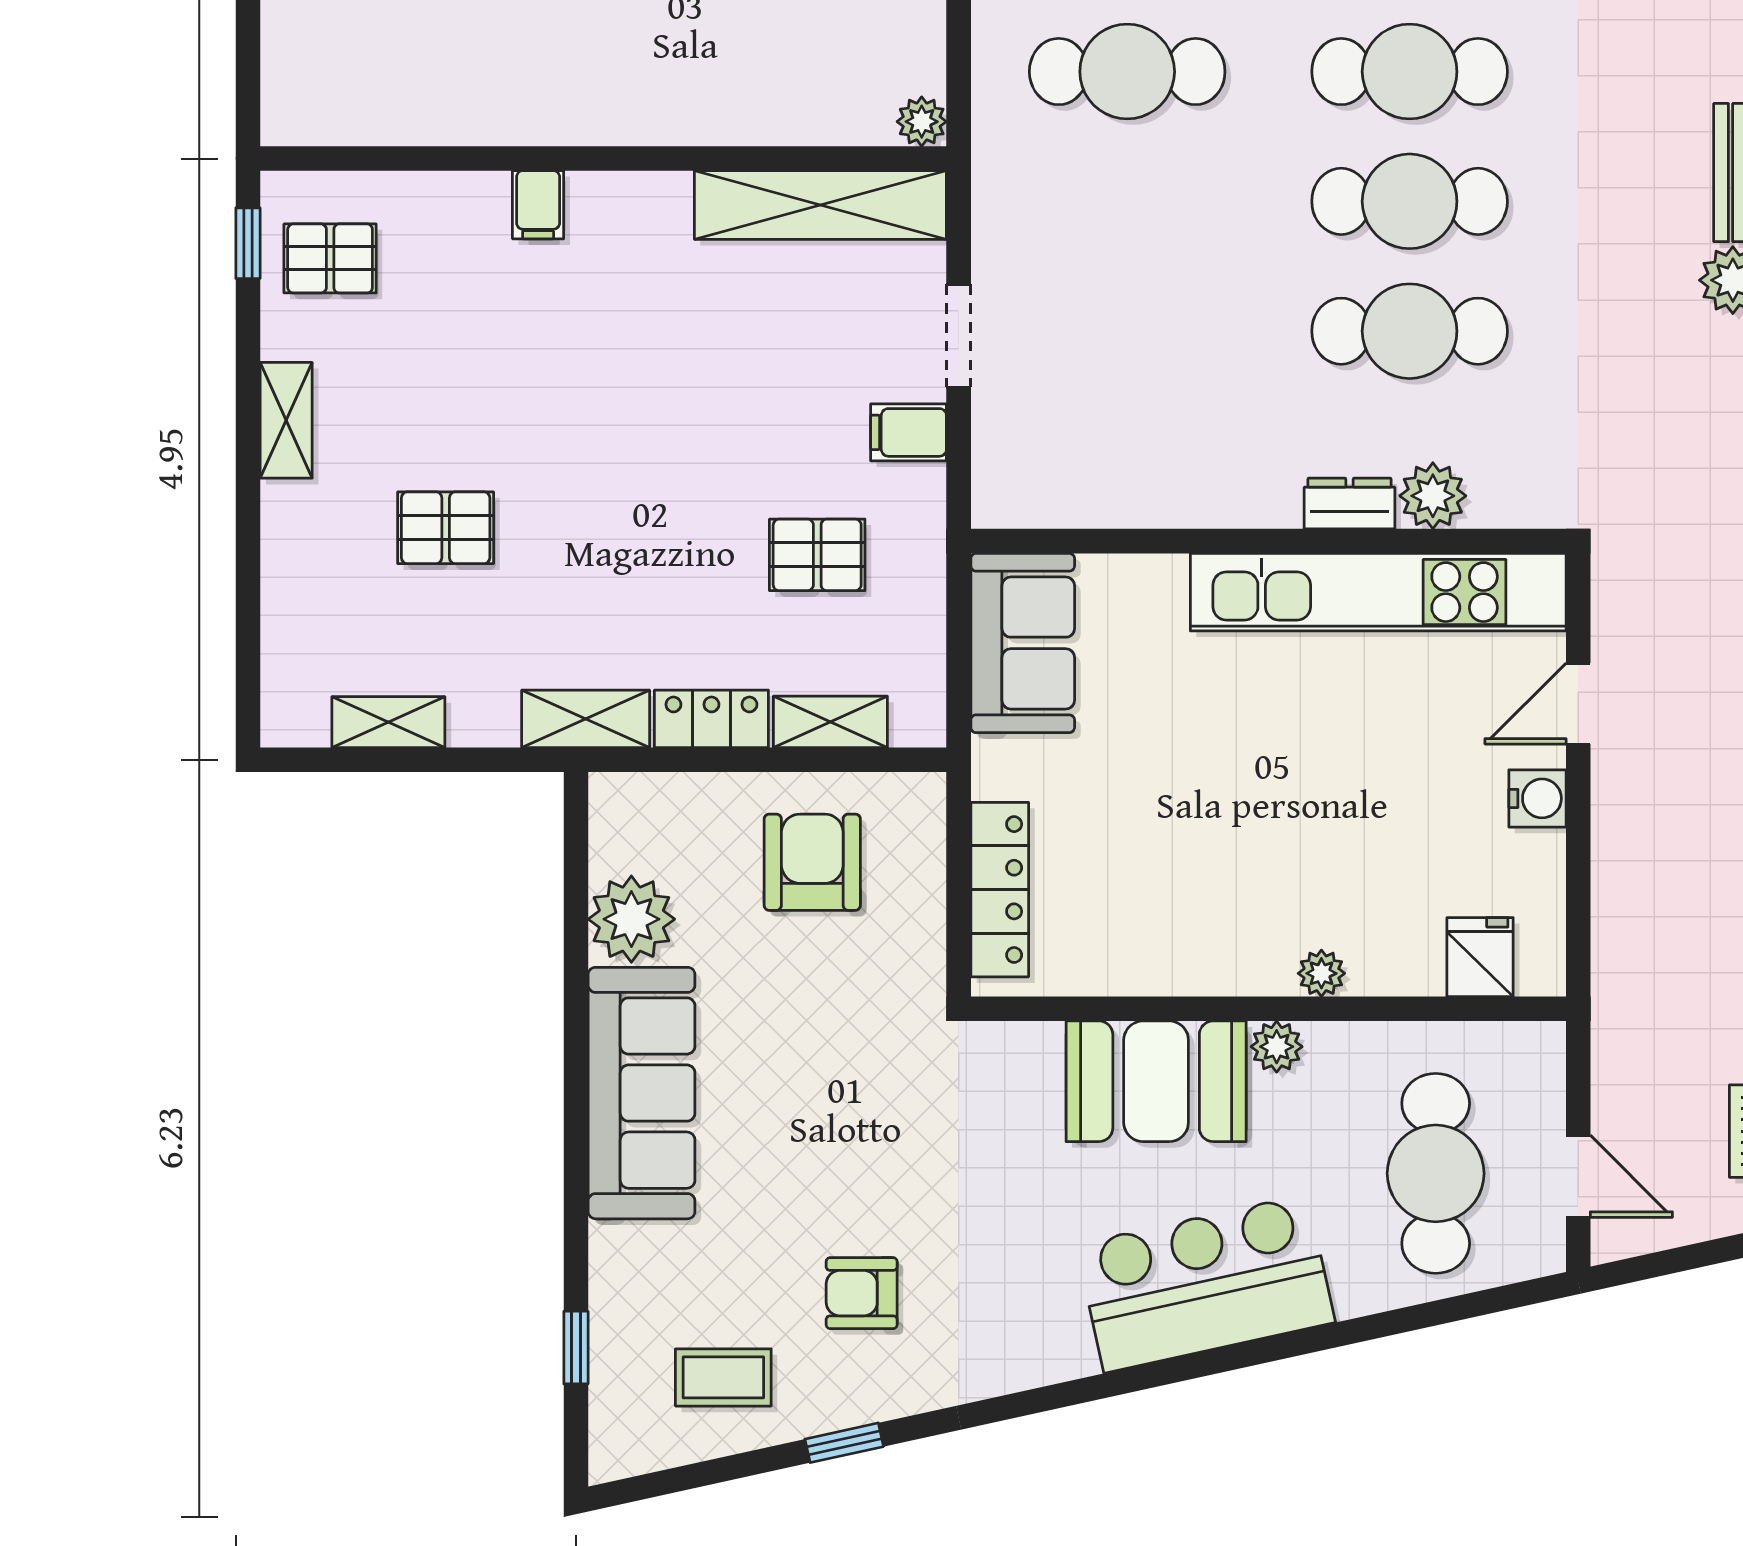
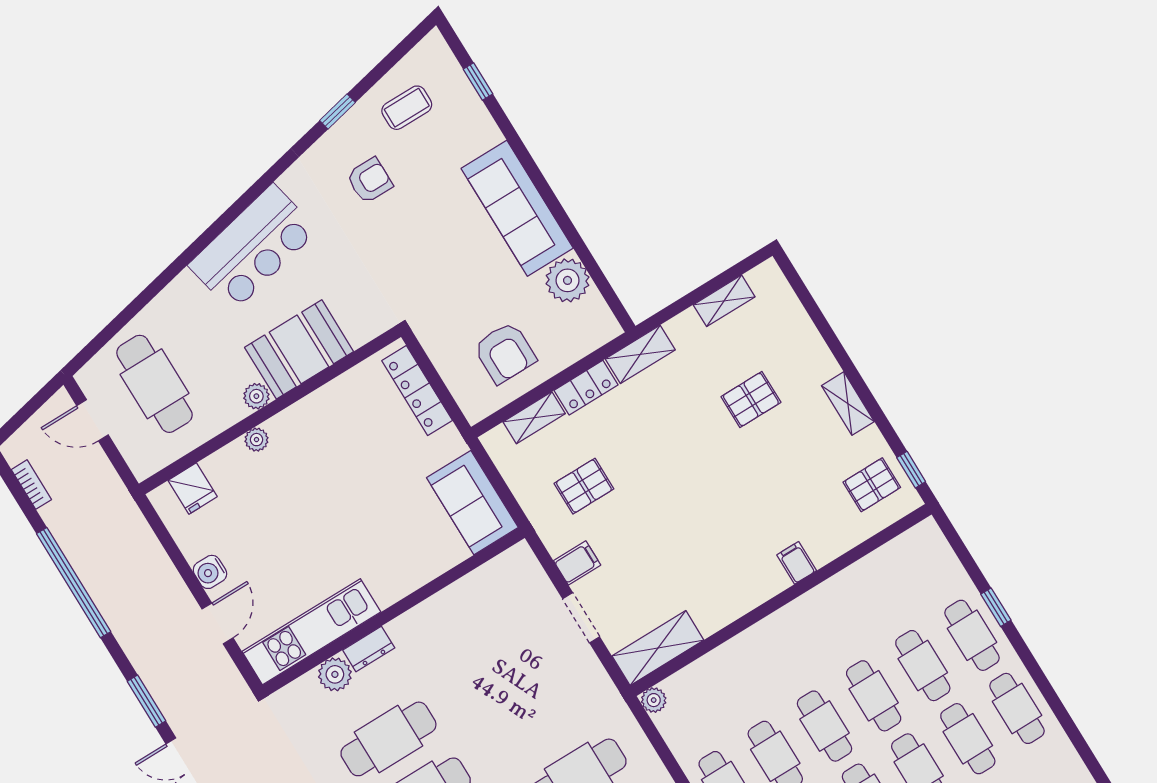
shelving: (820, 205) -> (658, 648), width x0.68
kitchen unit: (1378, 592) -> (311, 632), width x0.73
bar counter: (1206, 1284) -> (253, 248), moved

